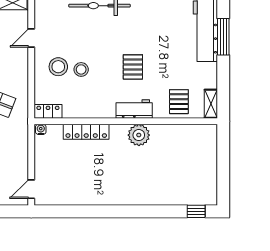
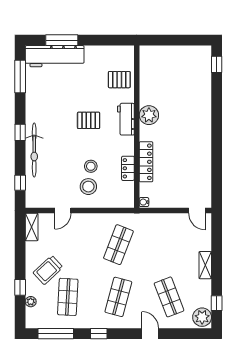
door: (31, 38) -> (63, 211), hinge flipped
shelving: (211, 104) -> (121, 51), removed
locker: (48, 111) -> (128, 168), moved

